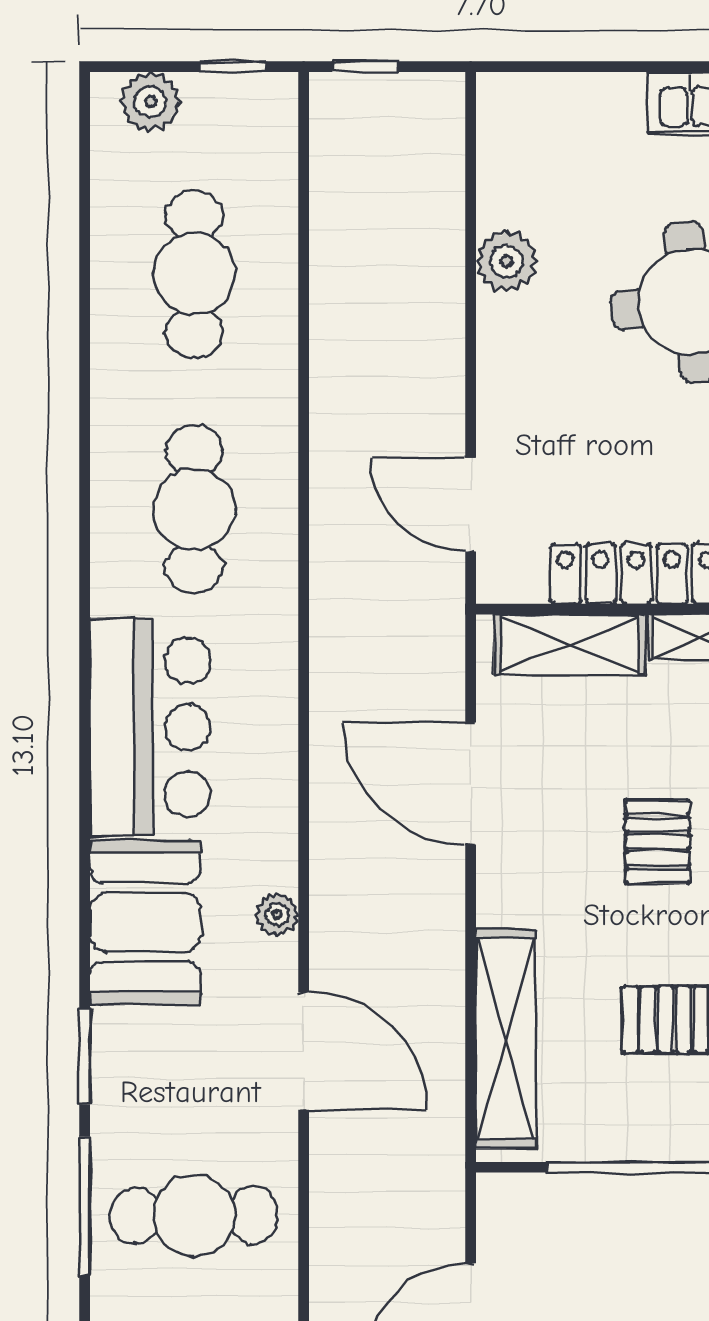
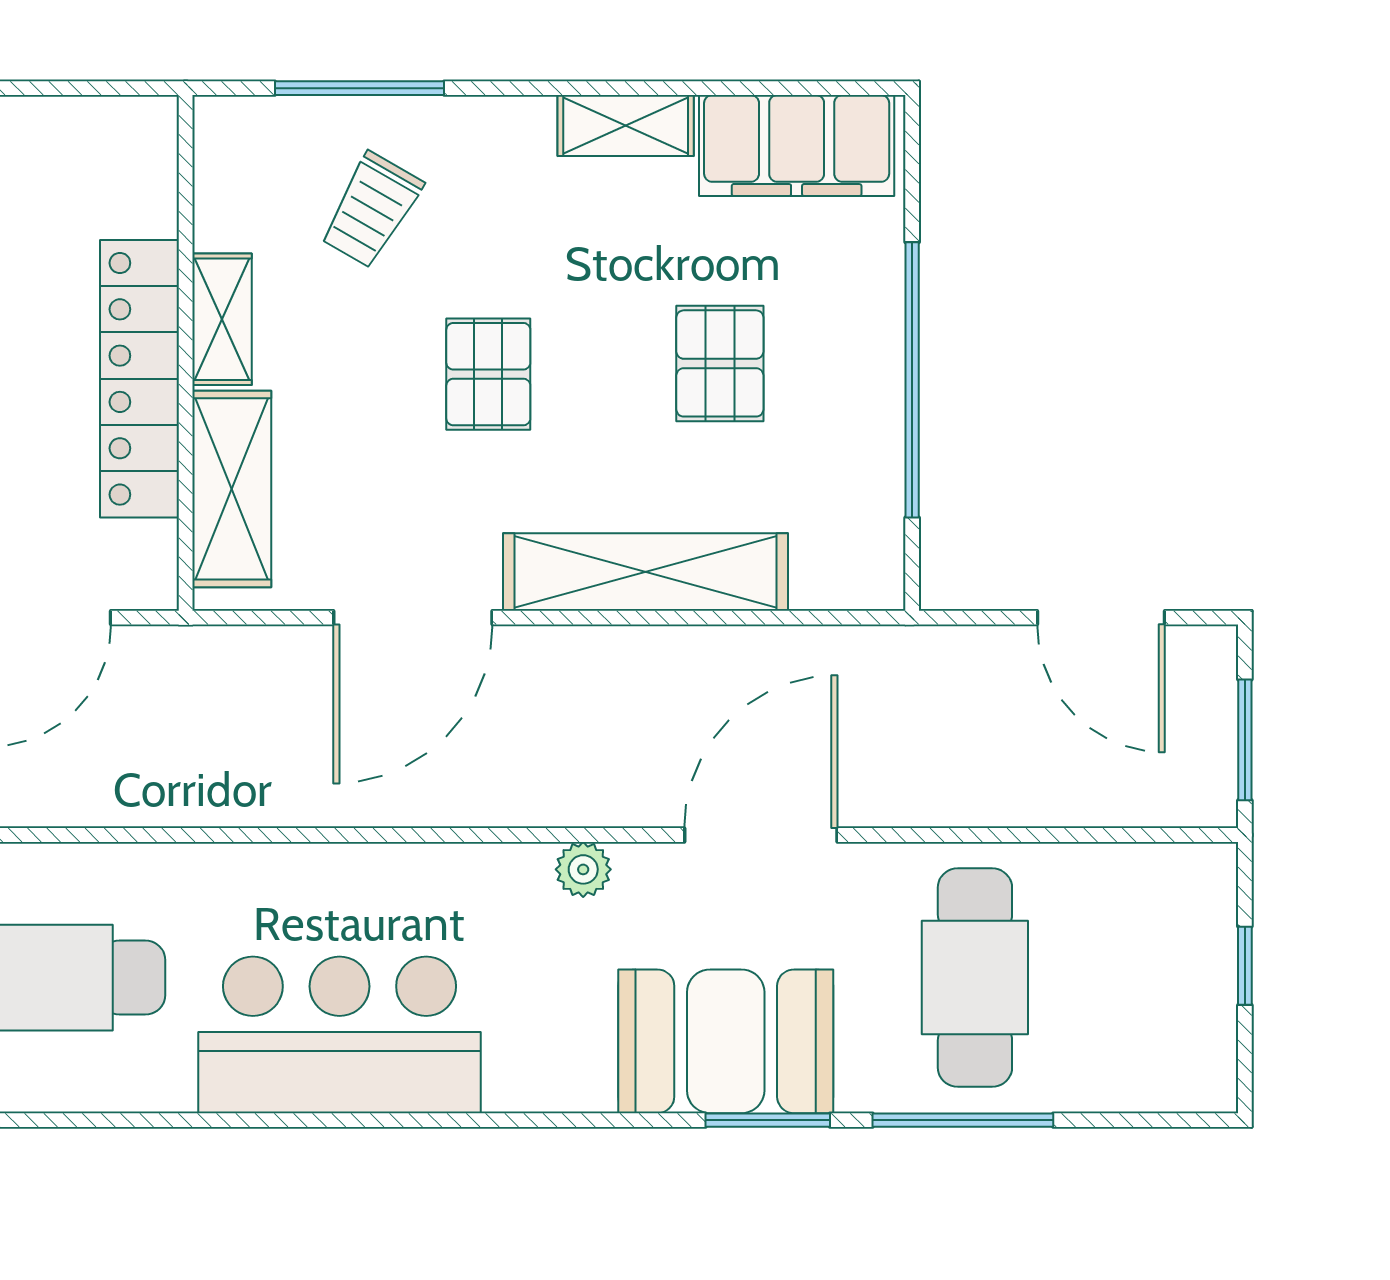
pallet: (658, 842) -> (488, 374), turned 90
booth: (145, 922) -> (726, 1041), moved
shelving: (506, 1039) -> (645, 572), moved

